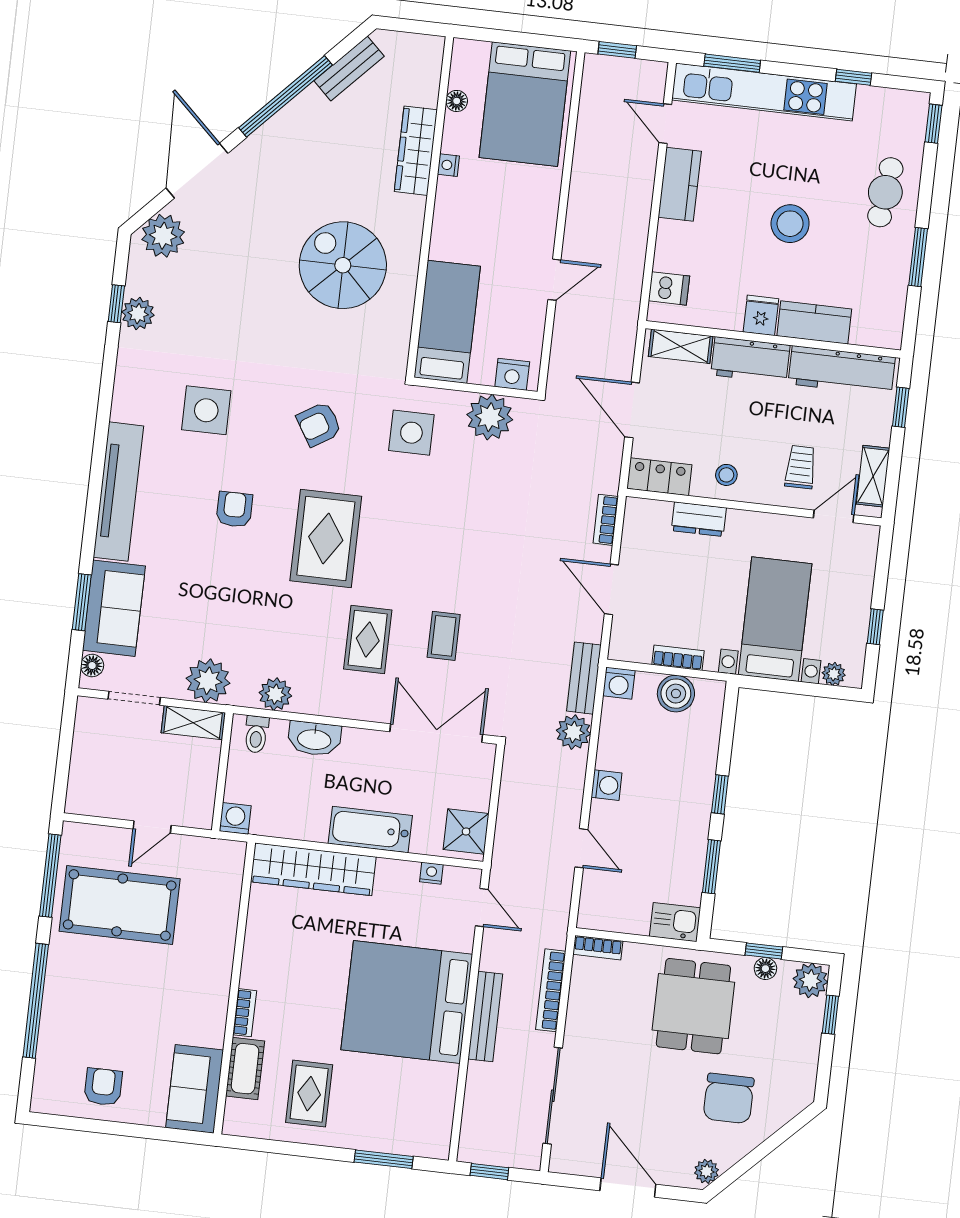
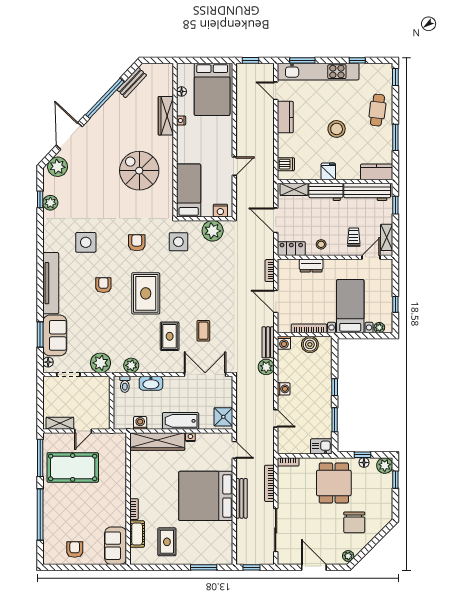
kitchen counter: (814, 323) -> (377, 172), moved
armchair: (319, 424) -> (137, 243), turned 122
bookcase: (678, 658) -> (309, 328), width x1.56
shelving: (193, 723) -> (60, 423), moved
washing machine: (235, 818) -> (140, 423), moved
nightstand: (431, 873) -> (190, 437), moved

